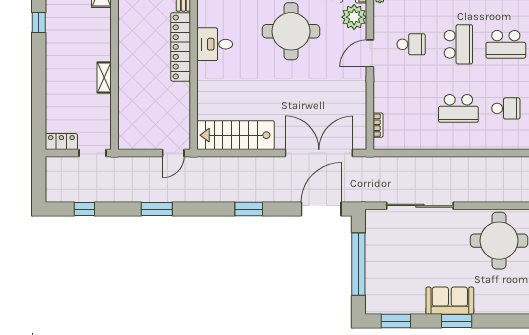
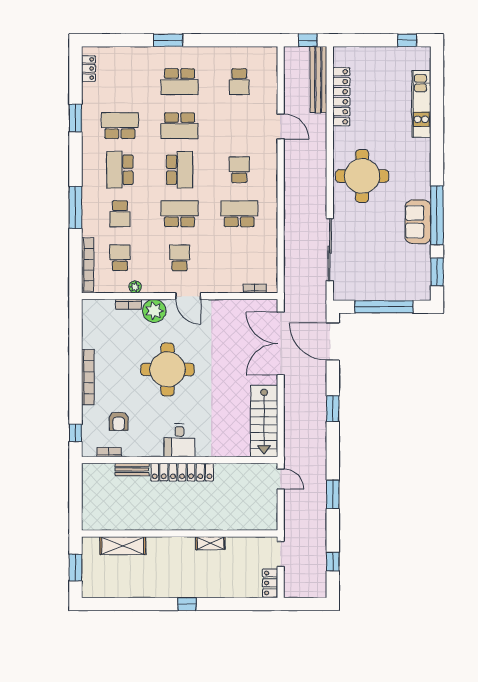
window: (39, 23) -> (187, 604), moved
school desk: (458, 108) -> (239, 214), turned -90
window: (457, 321) -> (437, 215), width x2.11

